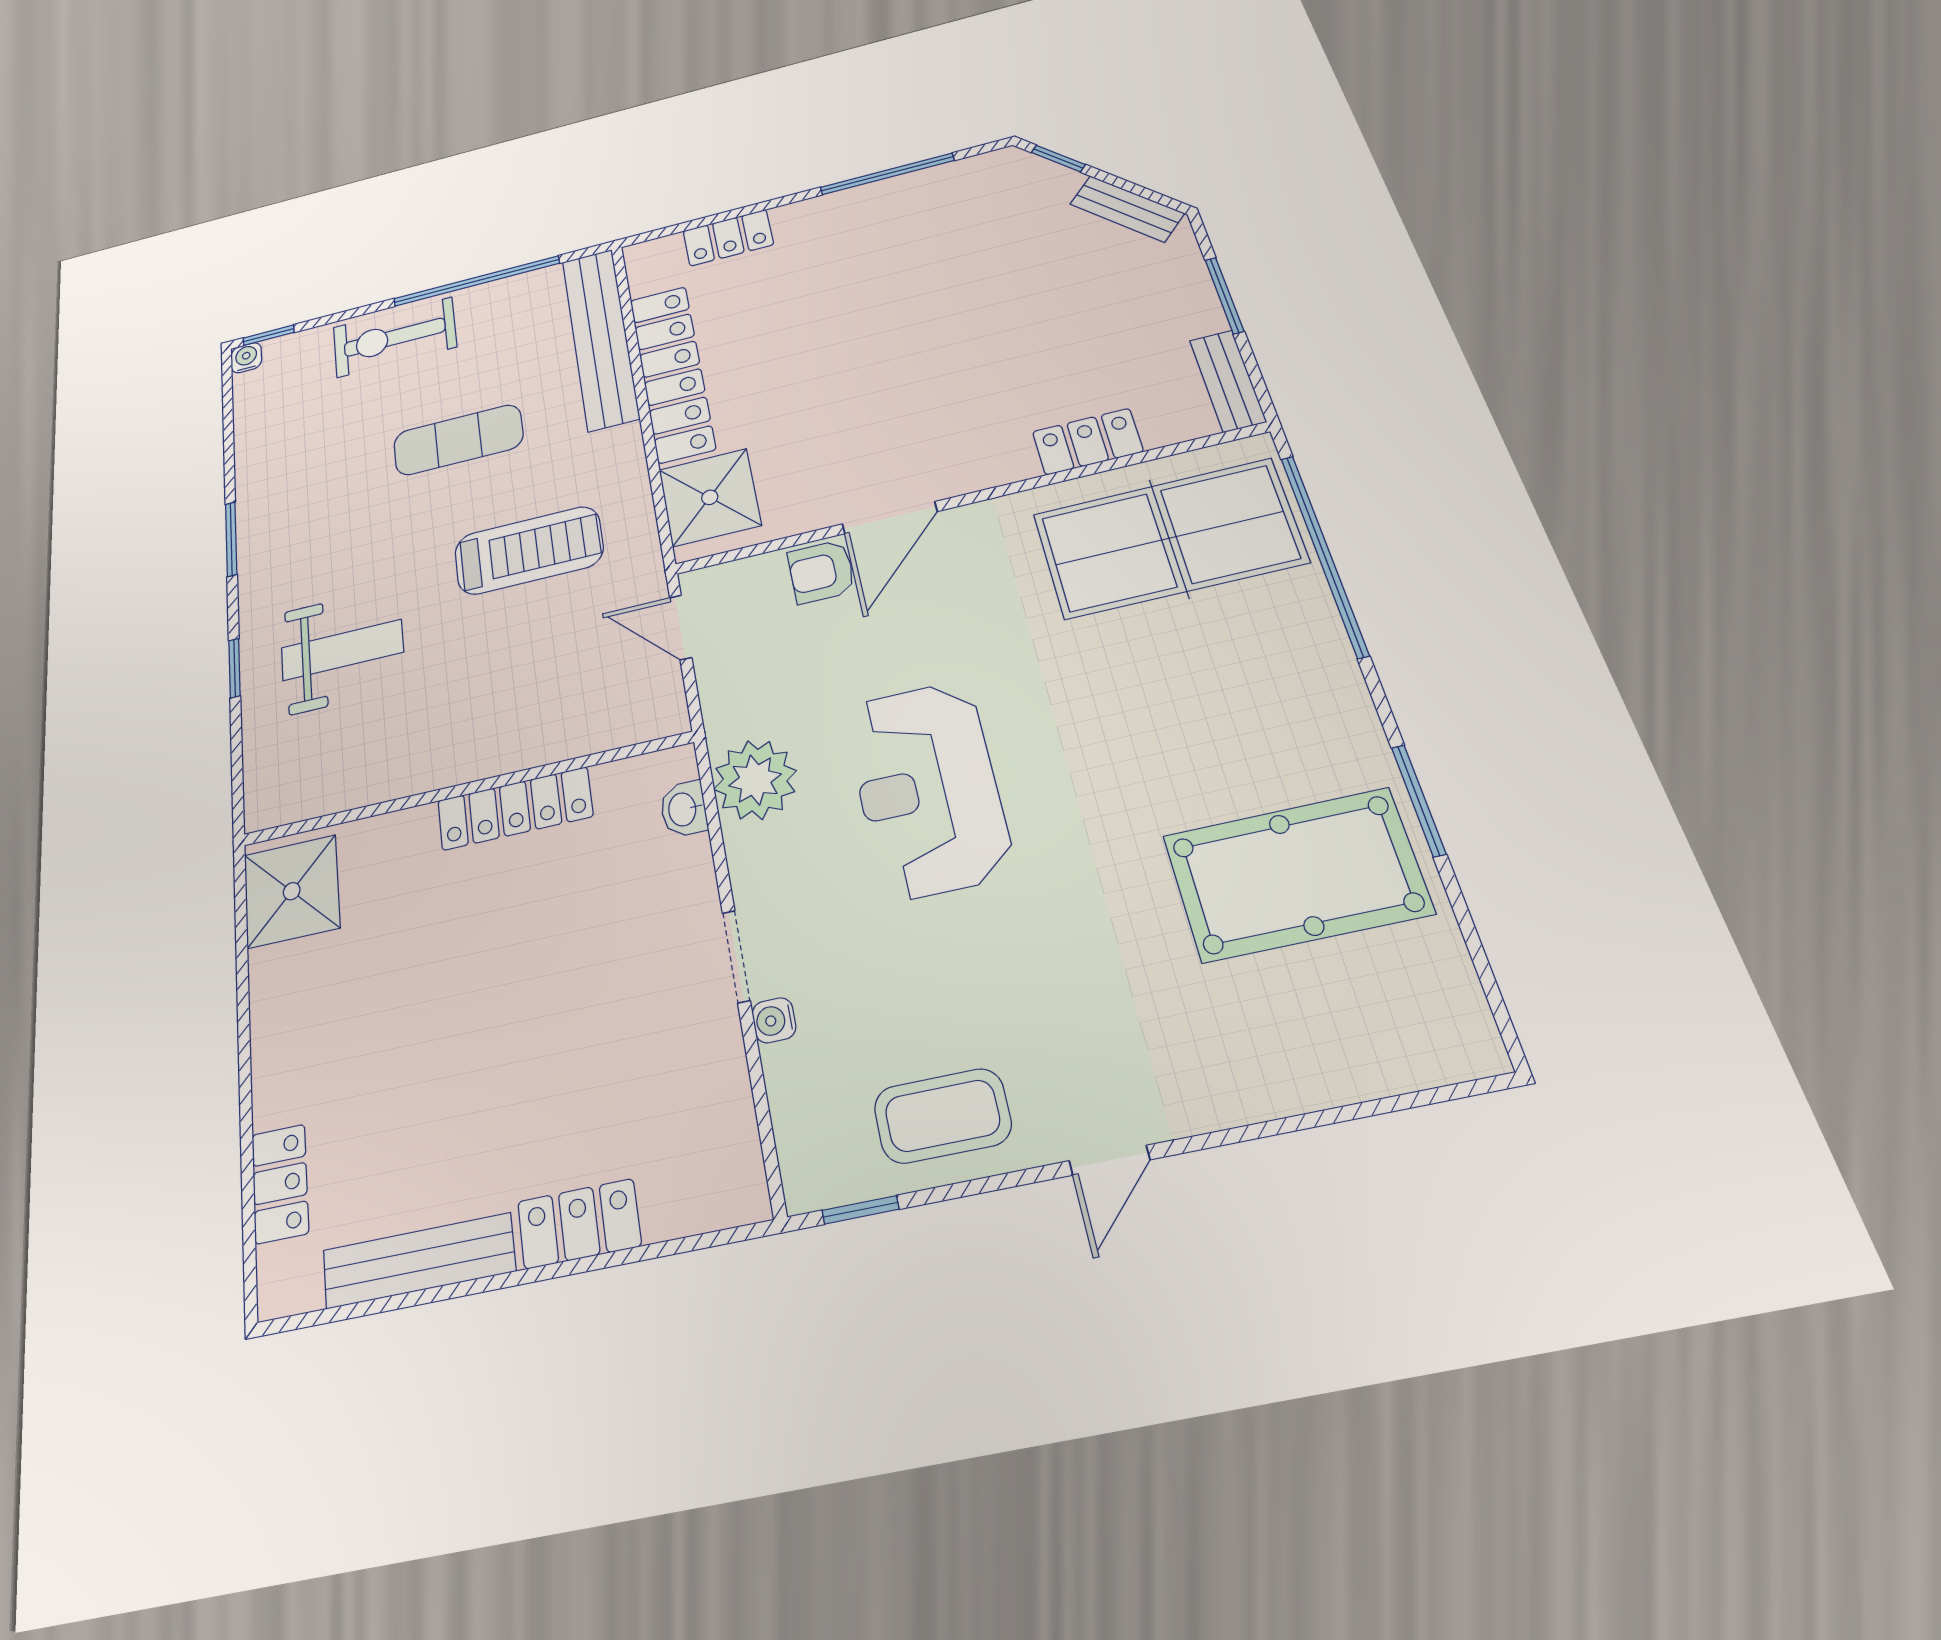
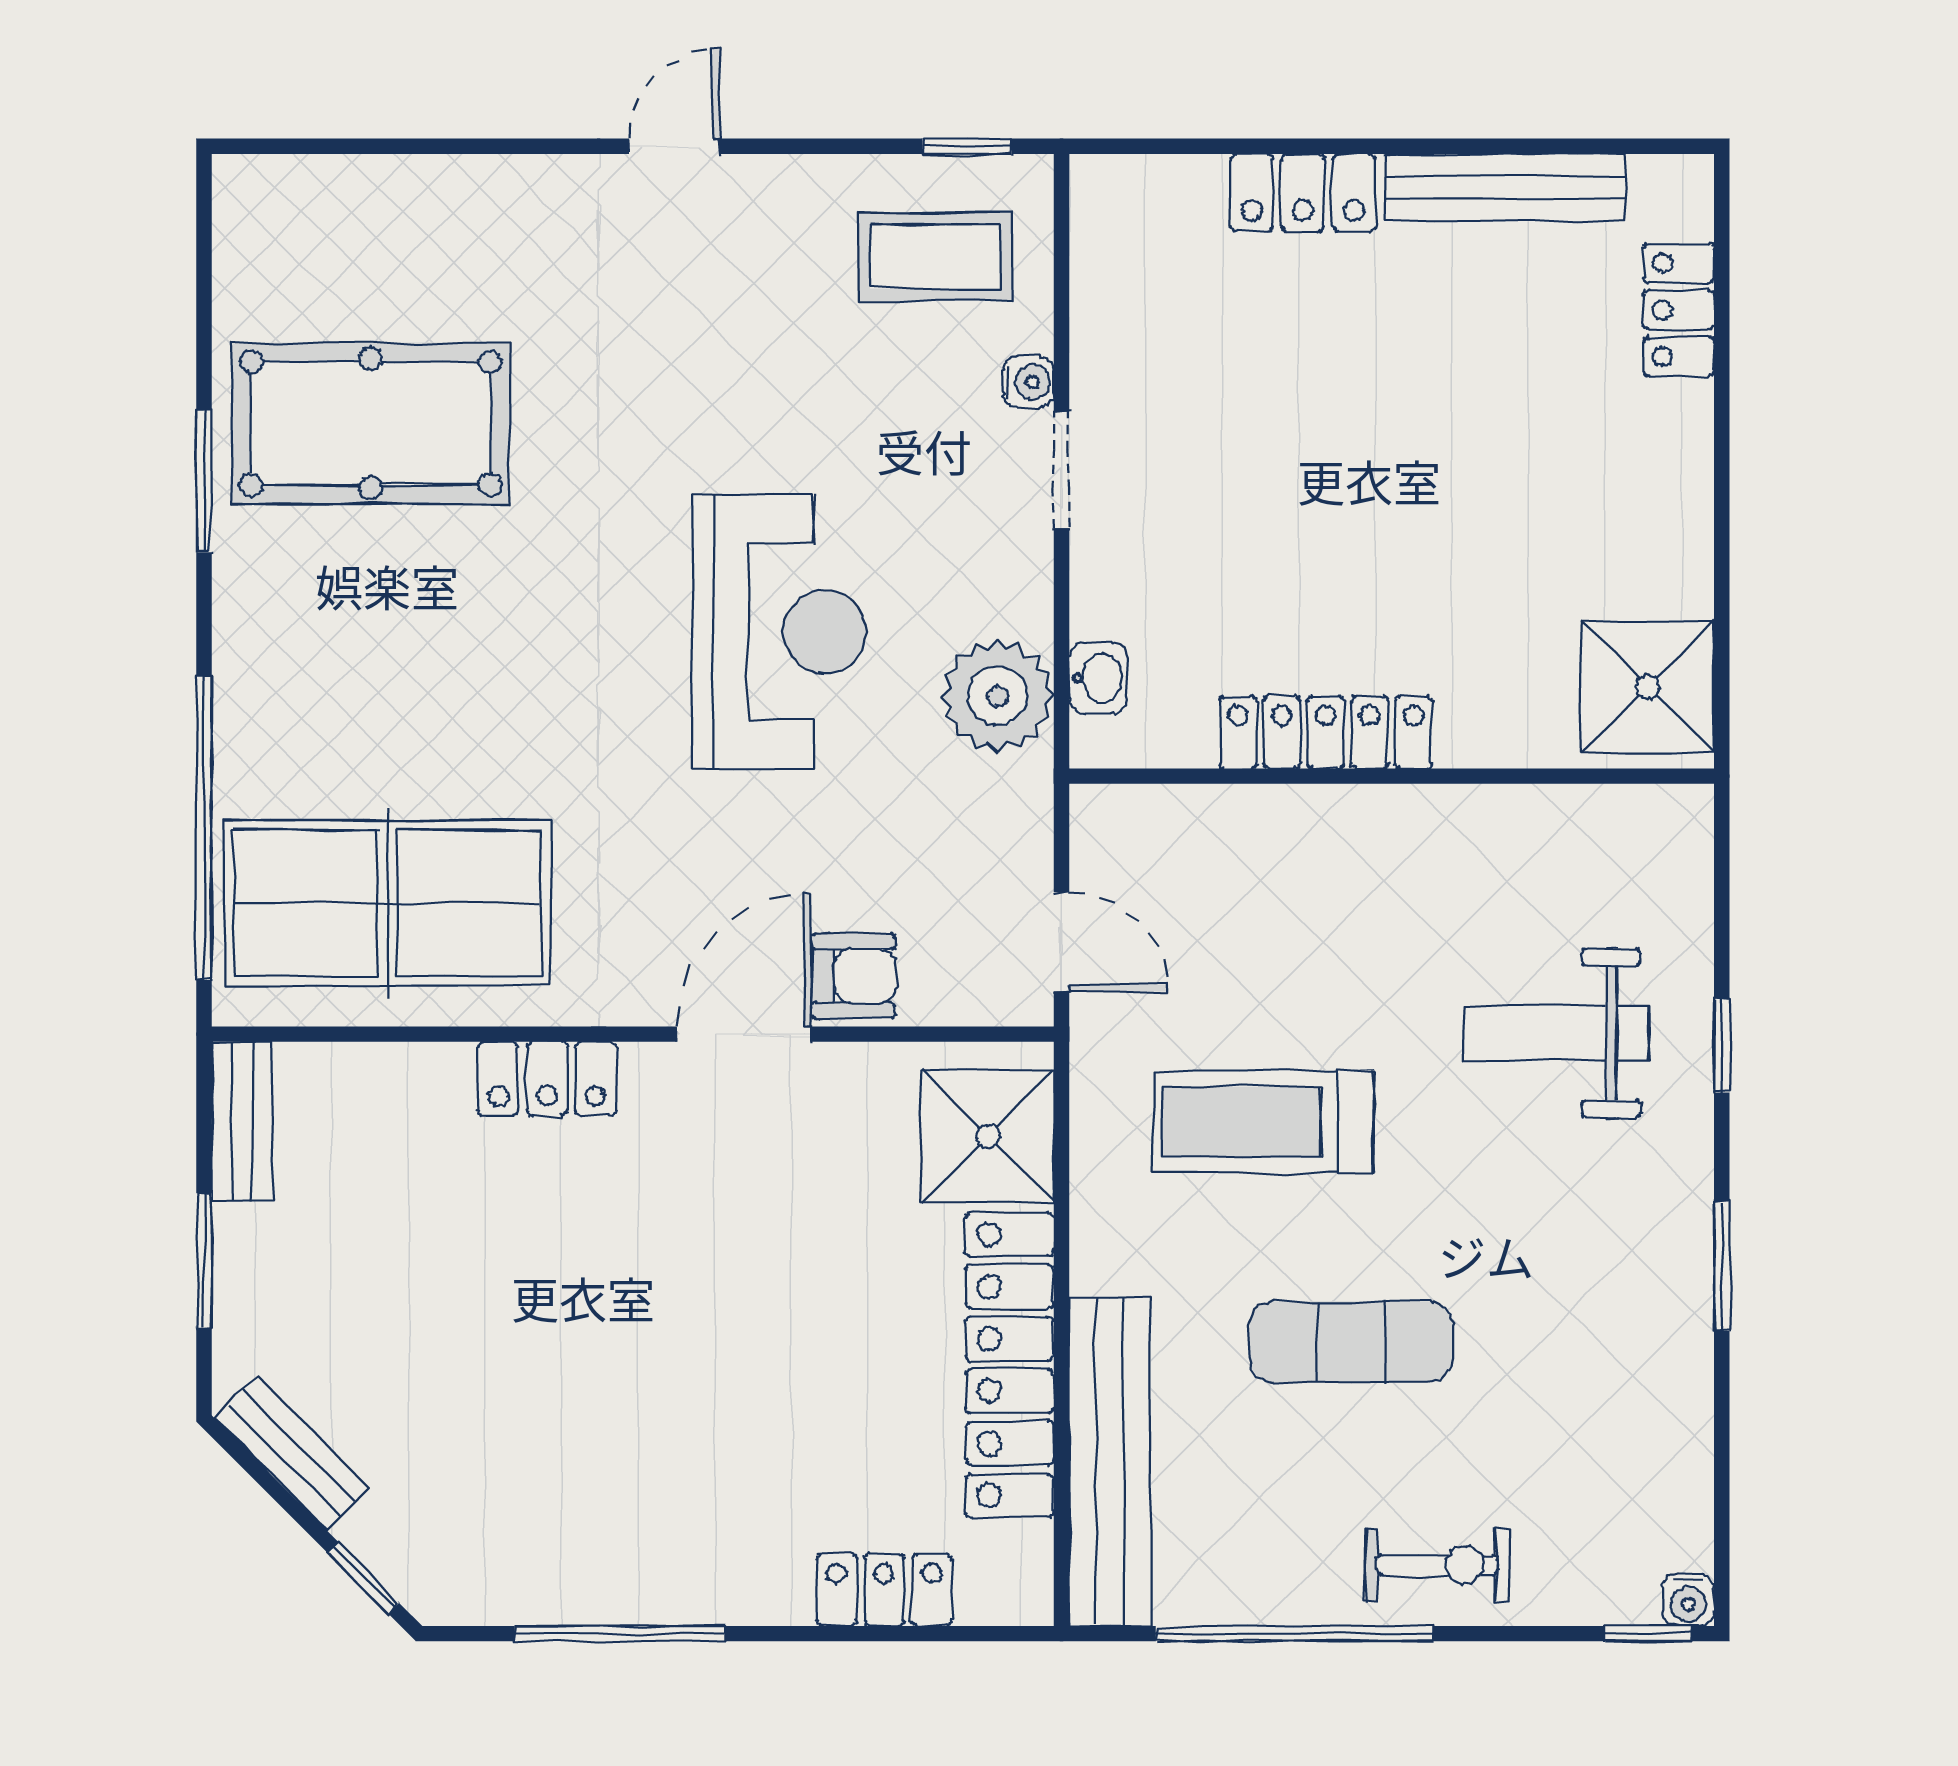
exercise bike: (395, 337) -> (1437, 1565), width x0.73, depth x0.72
locker: (1088, 442) -> (547, 1079), moved
coffee table: (942, 1116) -> (935, 256), moved

